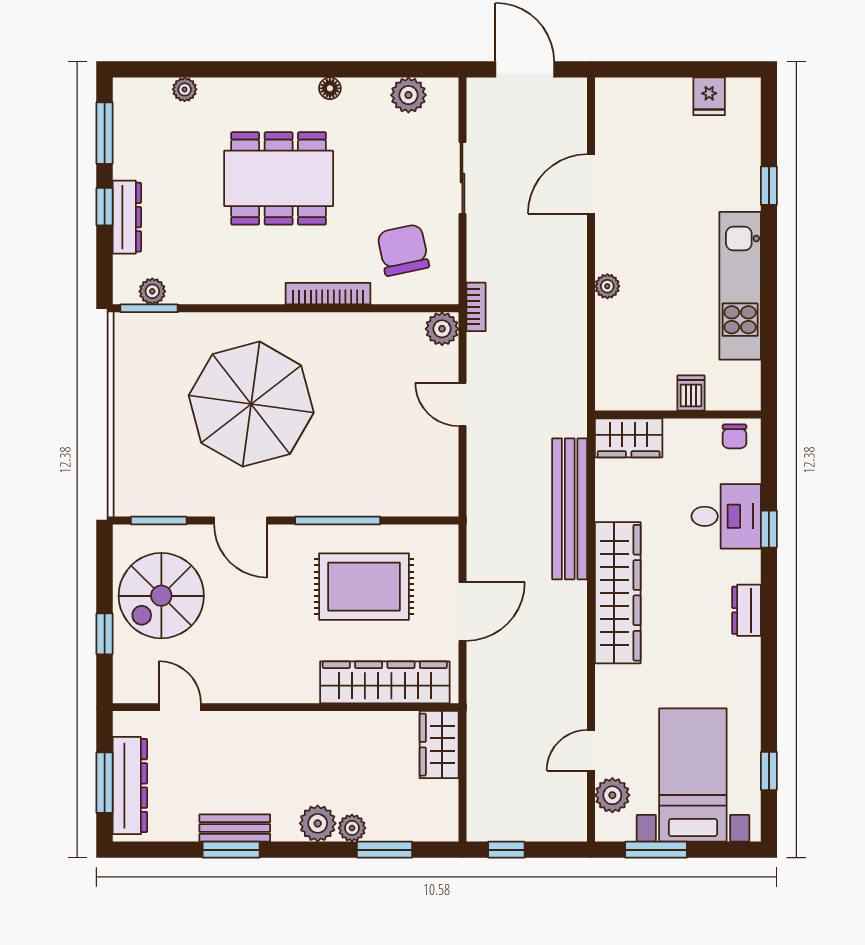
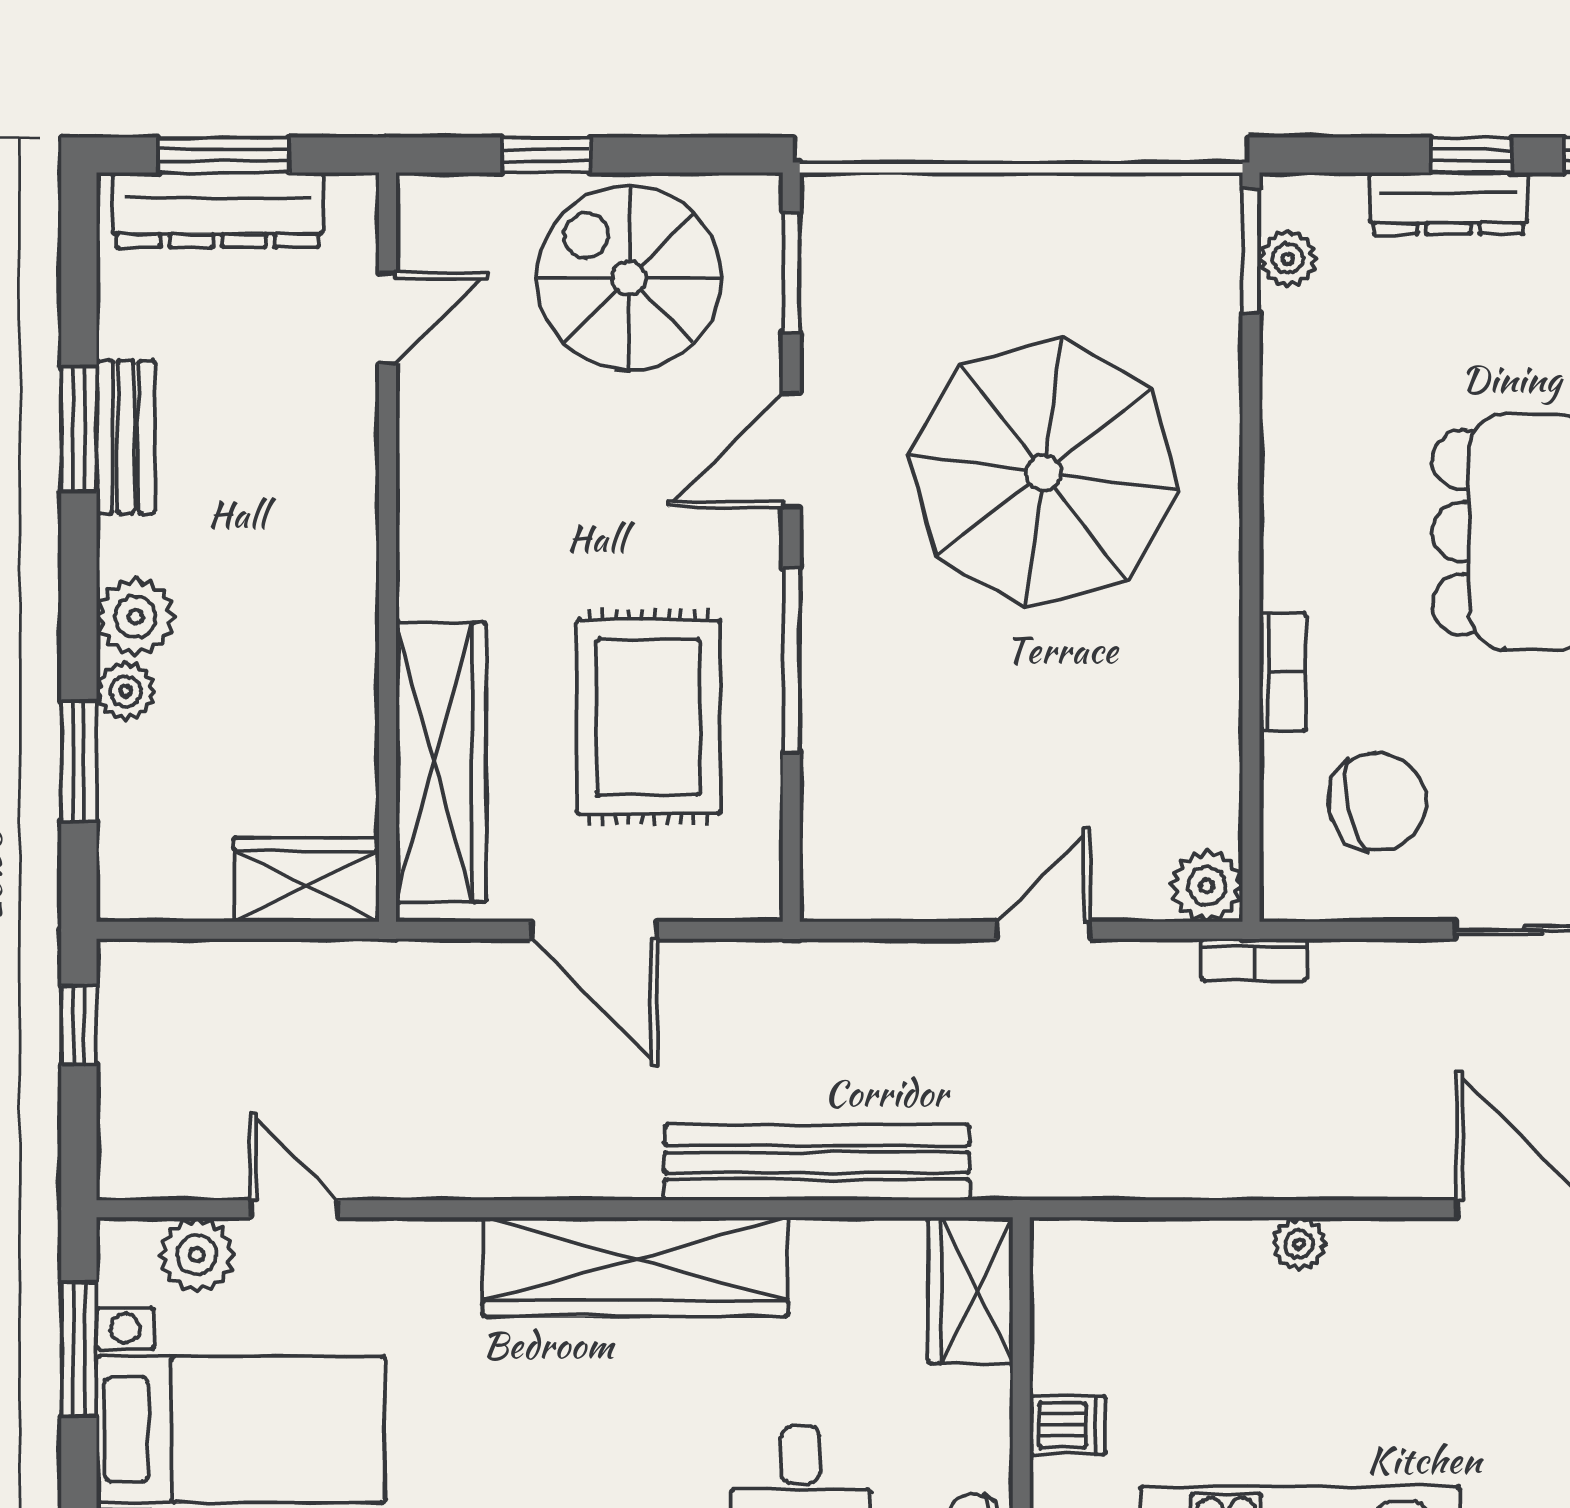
bookcase: (328, 294) -> (1283, 672), width x0.64

